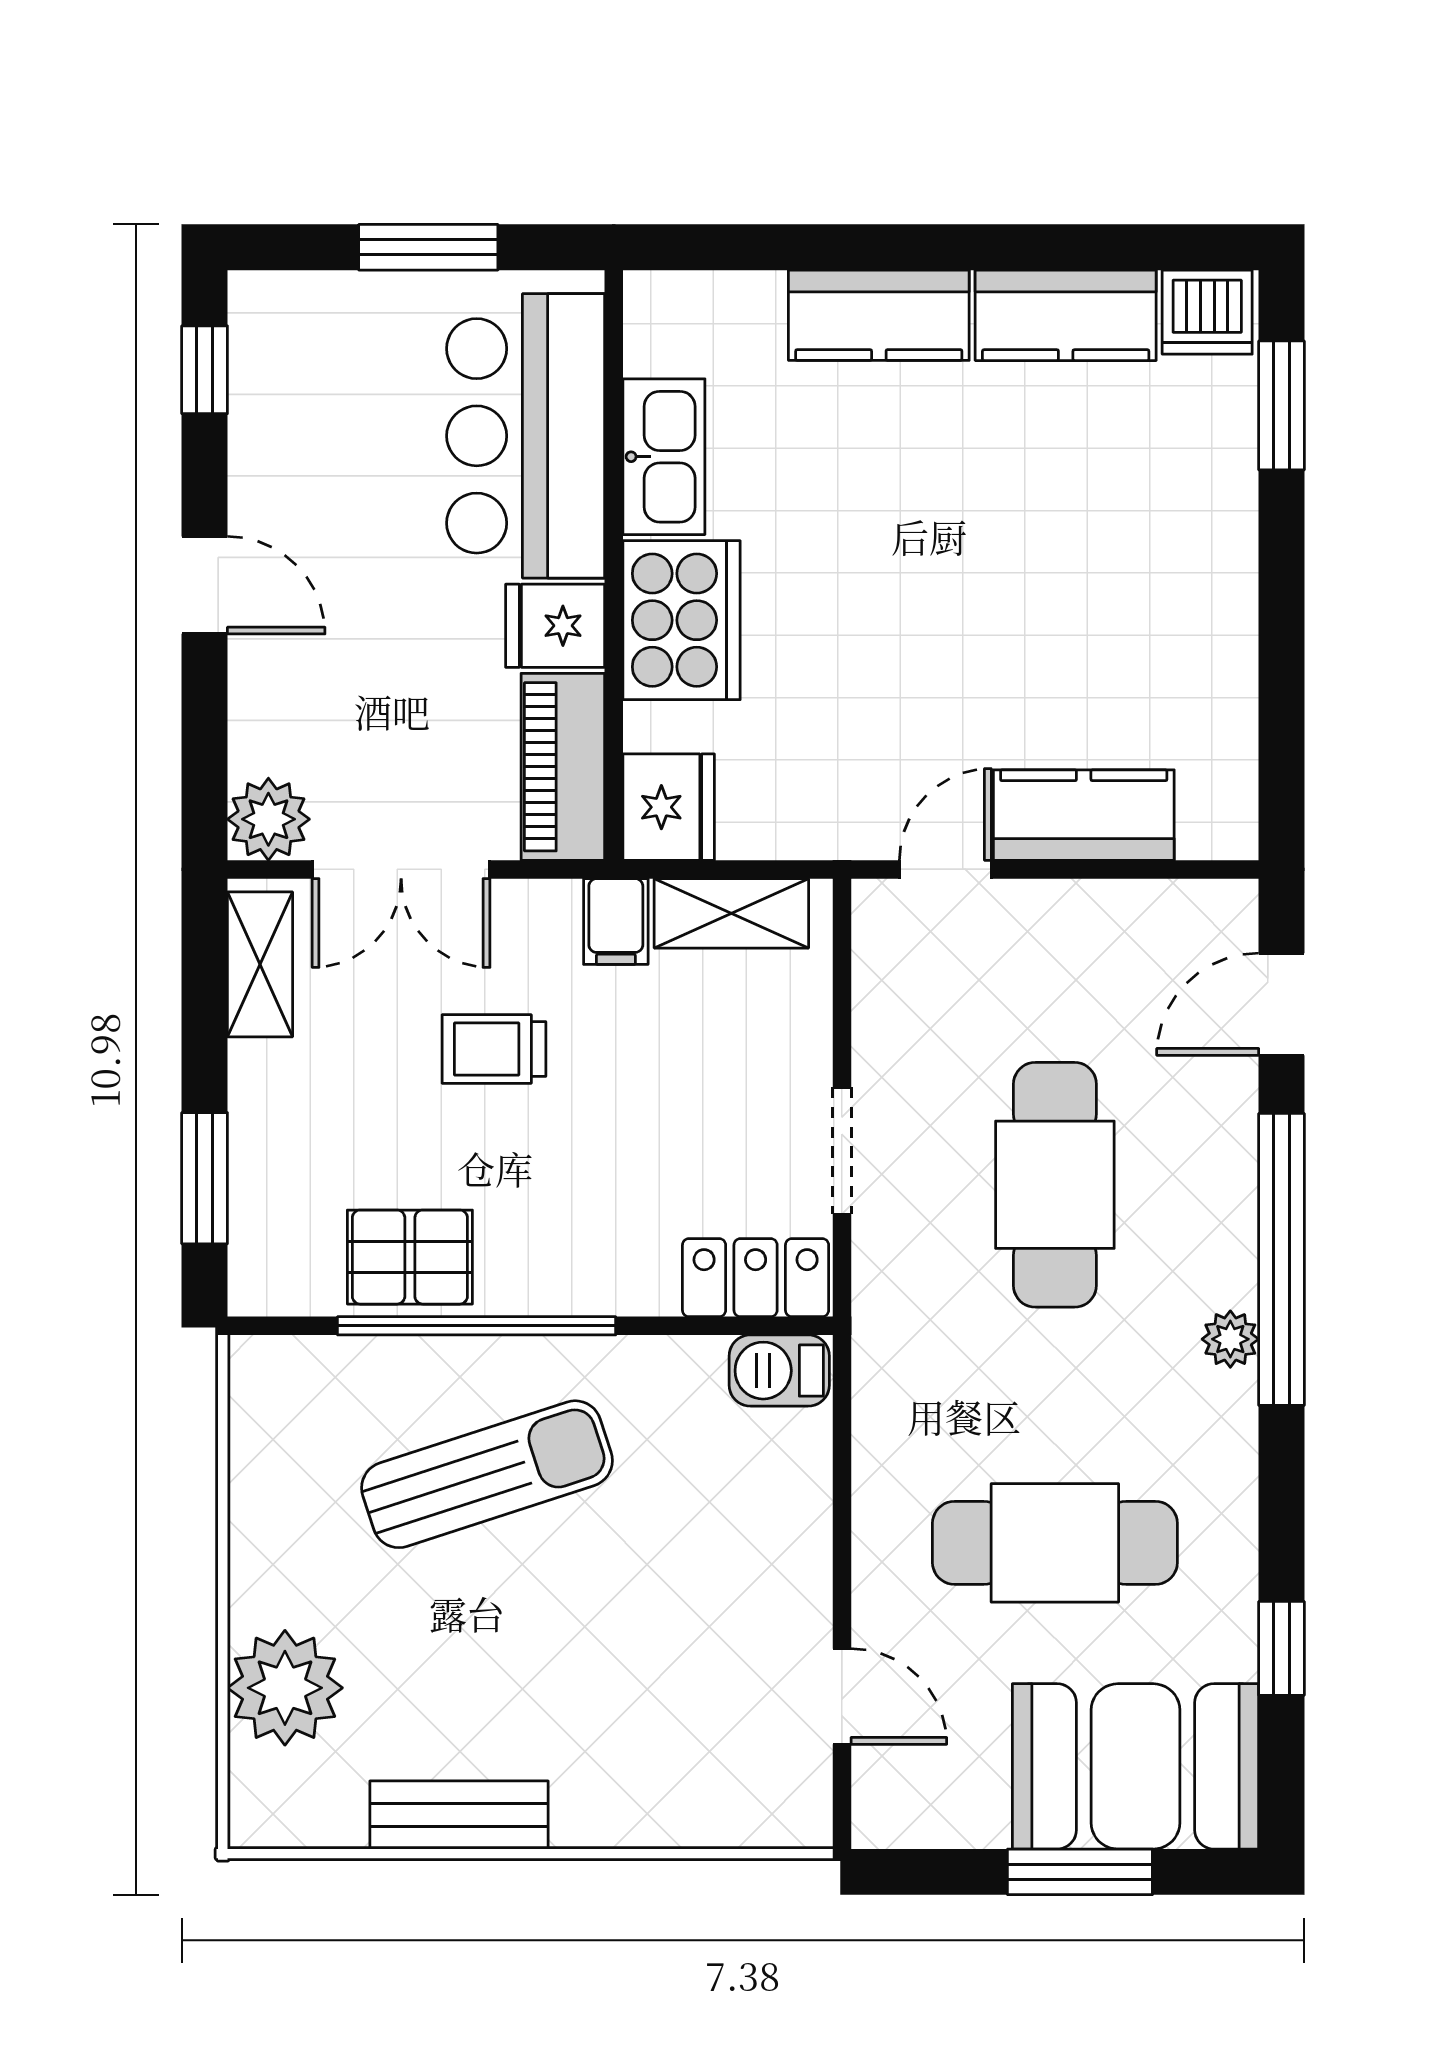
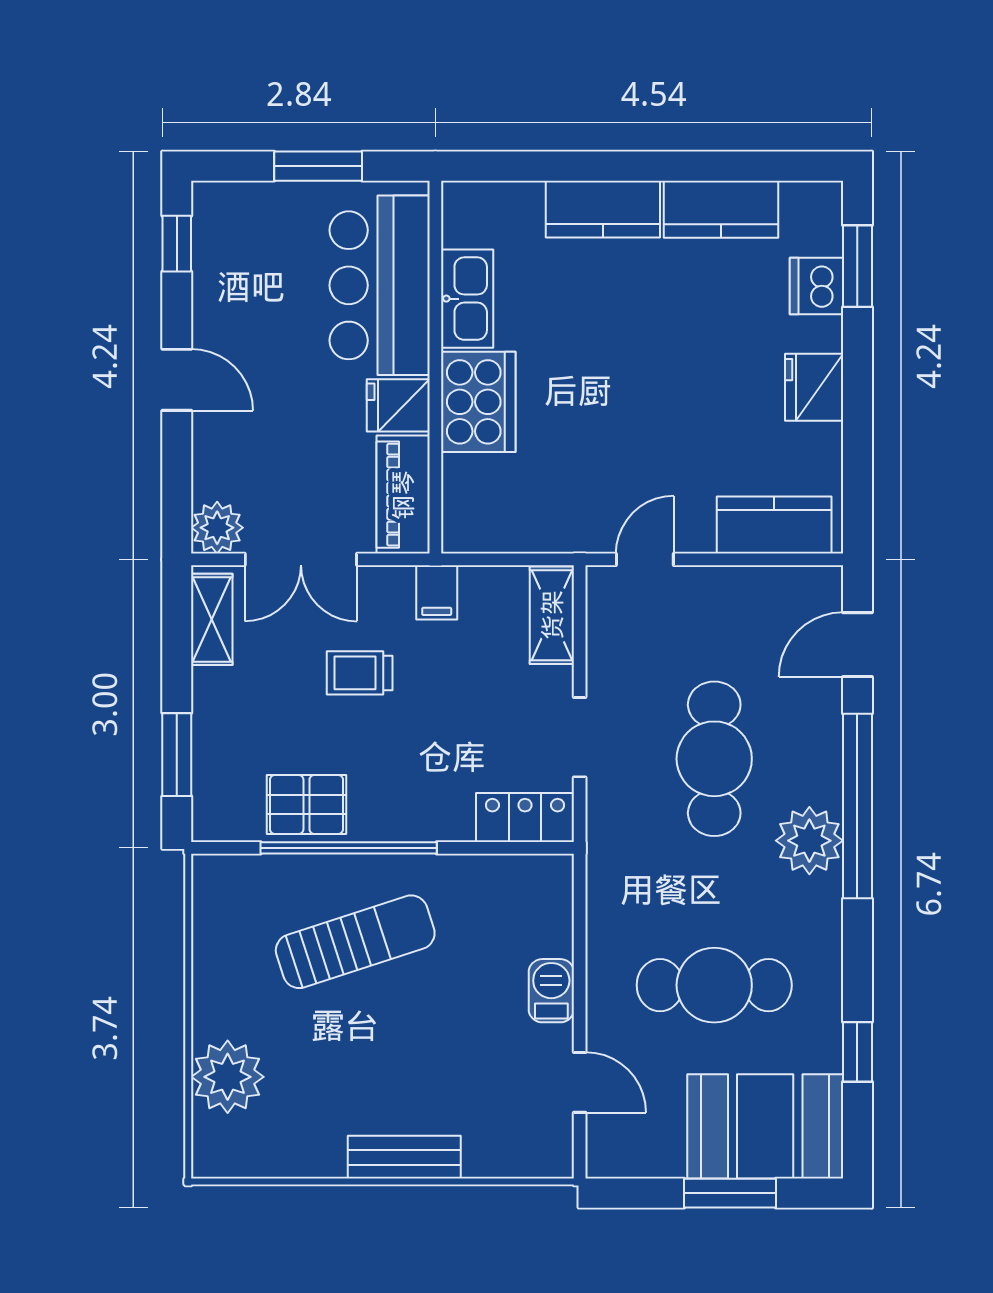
dishwasher: (1207, 312) -> (816, 286), moved, turned 90
fridge: (669, 807) -> (814, 387), moved, turned 180
kitchen counter: (1084, 815) -> (774, 525), moved
shelving: (731, 913) -> (552, 615), moved, turned 90
plant: (1230, 1339) -> (809, 841), width x1.88, depth x1.88
barbecue: (779, 1371) -> (551, 991), moved, turned 90
bench: (459, 1815) -> (404, 1157), moved

